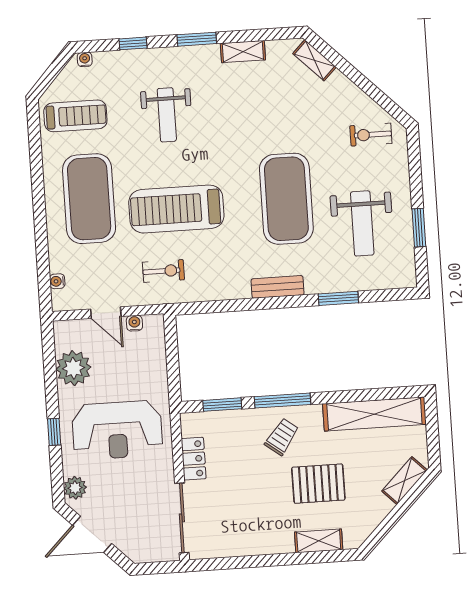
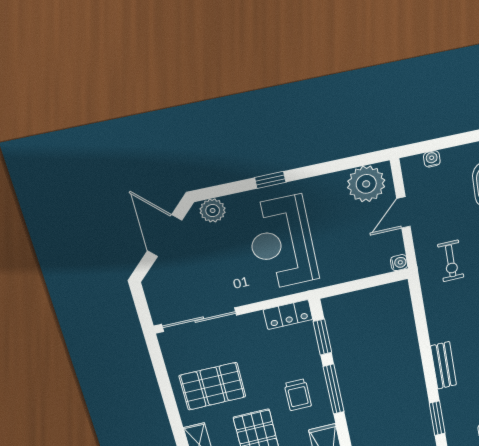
water cooler: (134, 323) -> (399, 263), moved
plant: (73, 368) -> (366, 184), moved
trolley: (282, 437) -> (298, 395), turned 53
locker: (194, 459) -> (288, 315), moved
pallet: (256, 517) -> (213, 386), added

